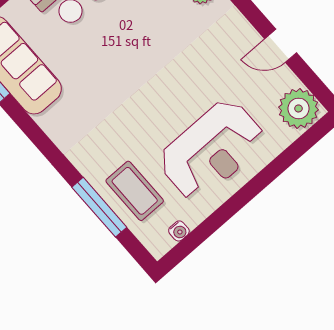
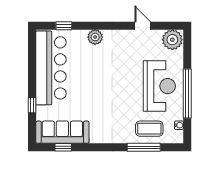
door: (281, 46) -> (143, 26), swing flipped
window: (237, 202) -> (187, 93), added

